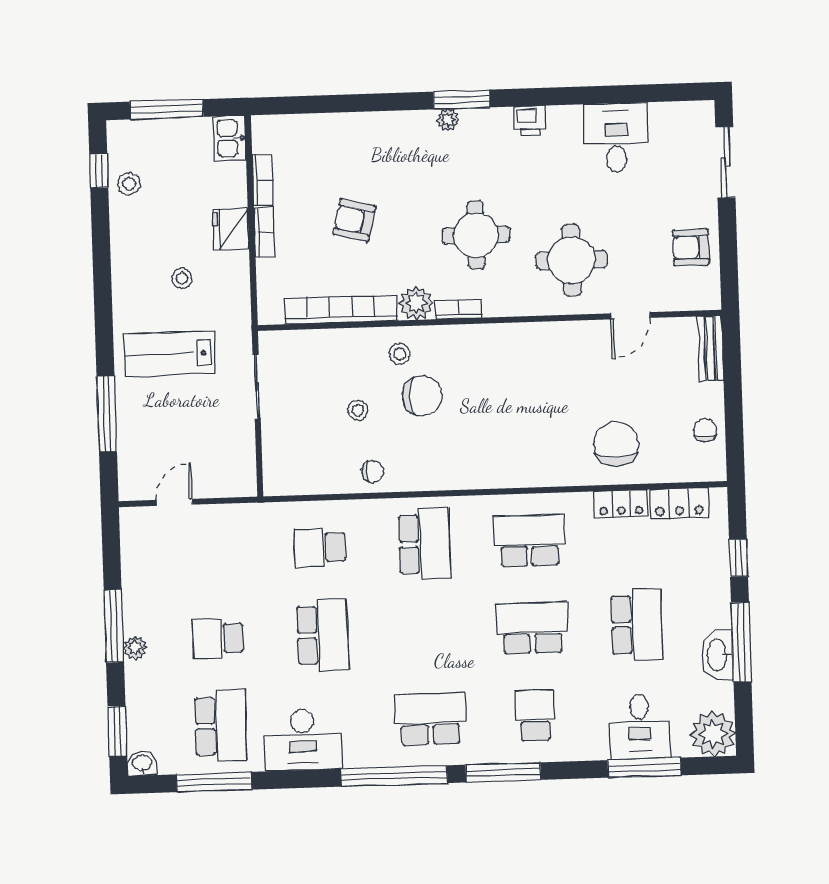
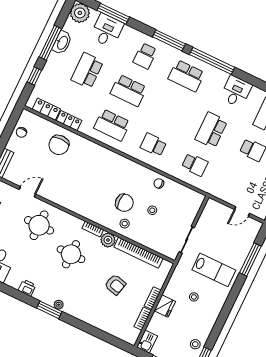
chair: (422, 396) -> (124, 203), turned 180
school desk: (425, 544) -> (153, 145), width x0.54
desk: (303, 740) -> (236, 91), width x0.73

